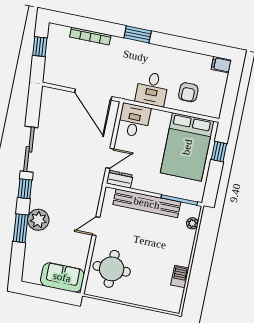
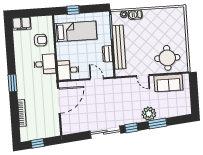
filing cabinet: (221, 65) -> (22, 24), width x2.00
bed: (187, 147) -> (76, 31), width x0.67
dresser: (120, 179) -> (107, 54), moved
sofa: (62, 277) -> (168, 83), moved, turned -90
barbecue: (180, 277) -> (135, 15), moved

